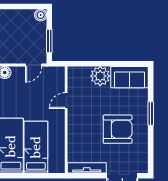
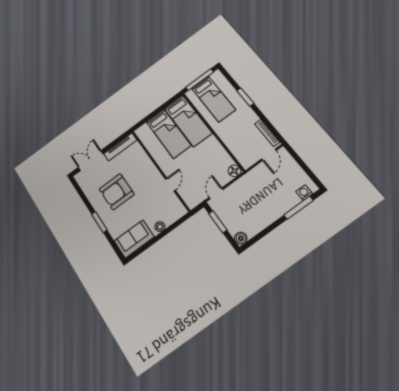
plant: (100, 76) -> (160, 227), width x0.53, depth x0.53

